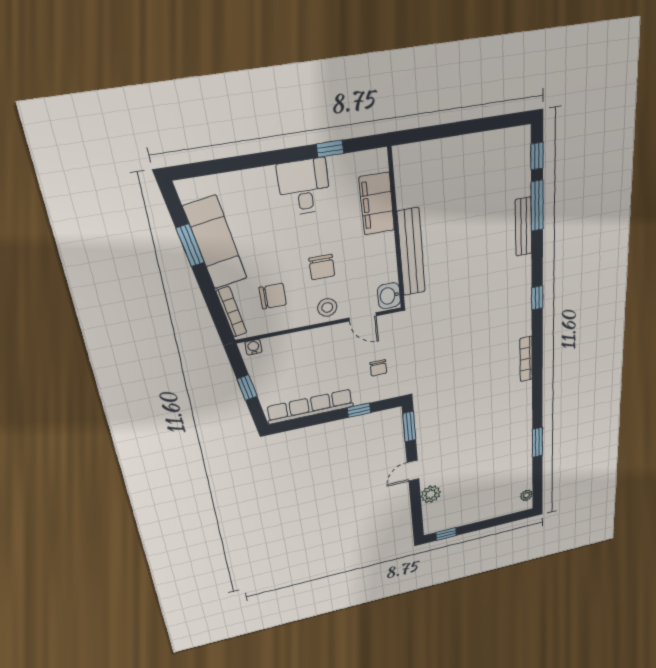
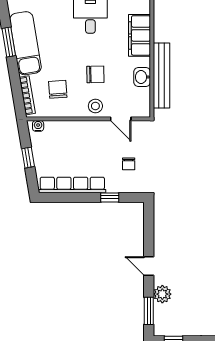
chair: (322, 267) -> (95, 74), turned -91
chair: (273, 296) -> (58, 89), turned -94
washbasin: (389, 296) -> (142, 77), moved
window: (409, 427) -> (149, 311), moved
door: (413, 471) -> (149, 266), hinge flipped

